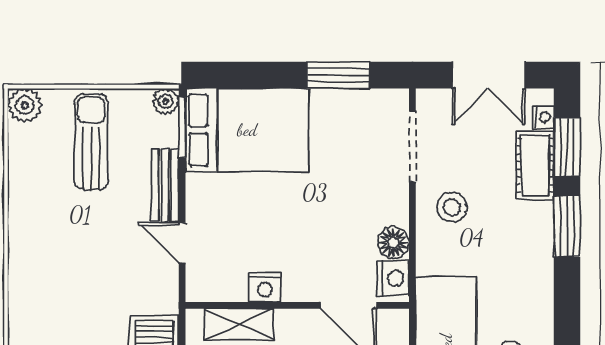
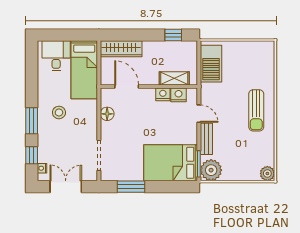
plant: (166, 101) -> (211, 170), width x1.88, depth x1.88
sun lounger: (91, 142) -> (256, 110), moved
window: (567, 147) -> (32, 155), width x0.67
cot: (535, 165) -> (45, 147), removed
stool: (452, 207) -> (59, 112), moved
nightstand: (393, 278) -> (179, 95), moved, turned 90

